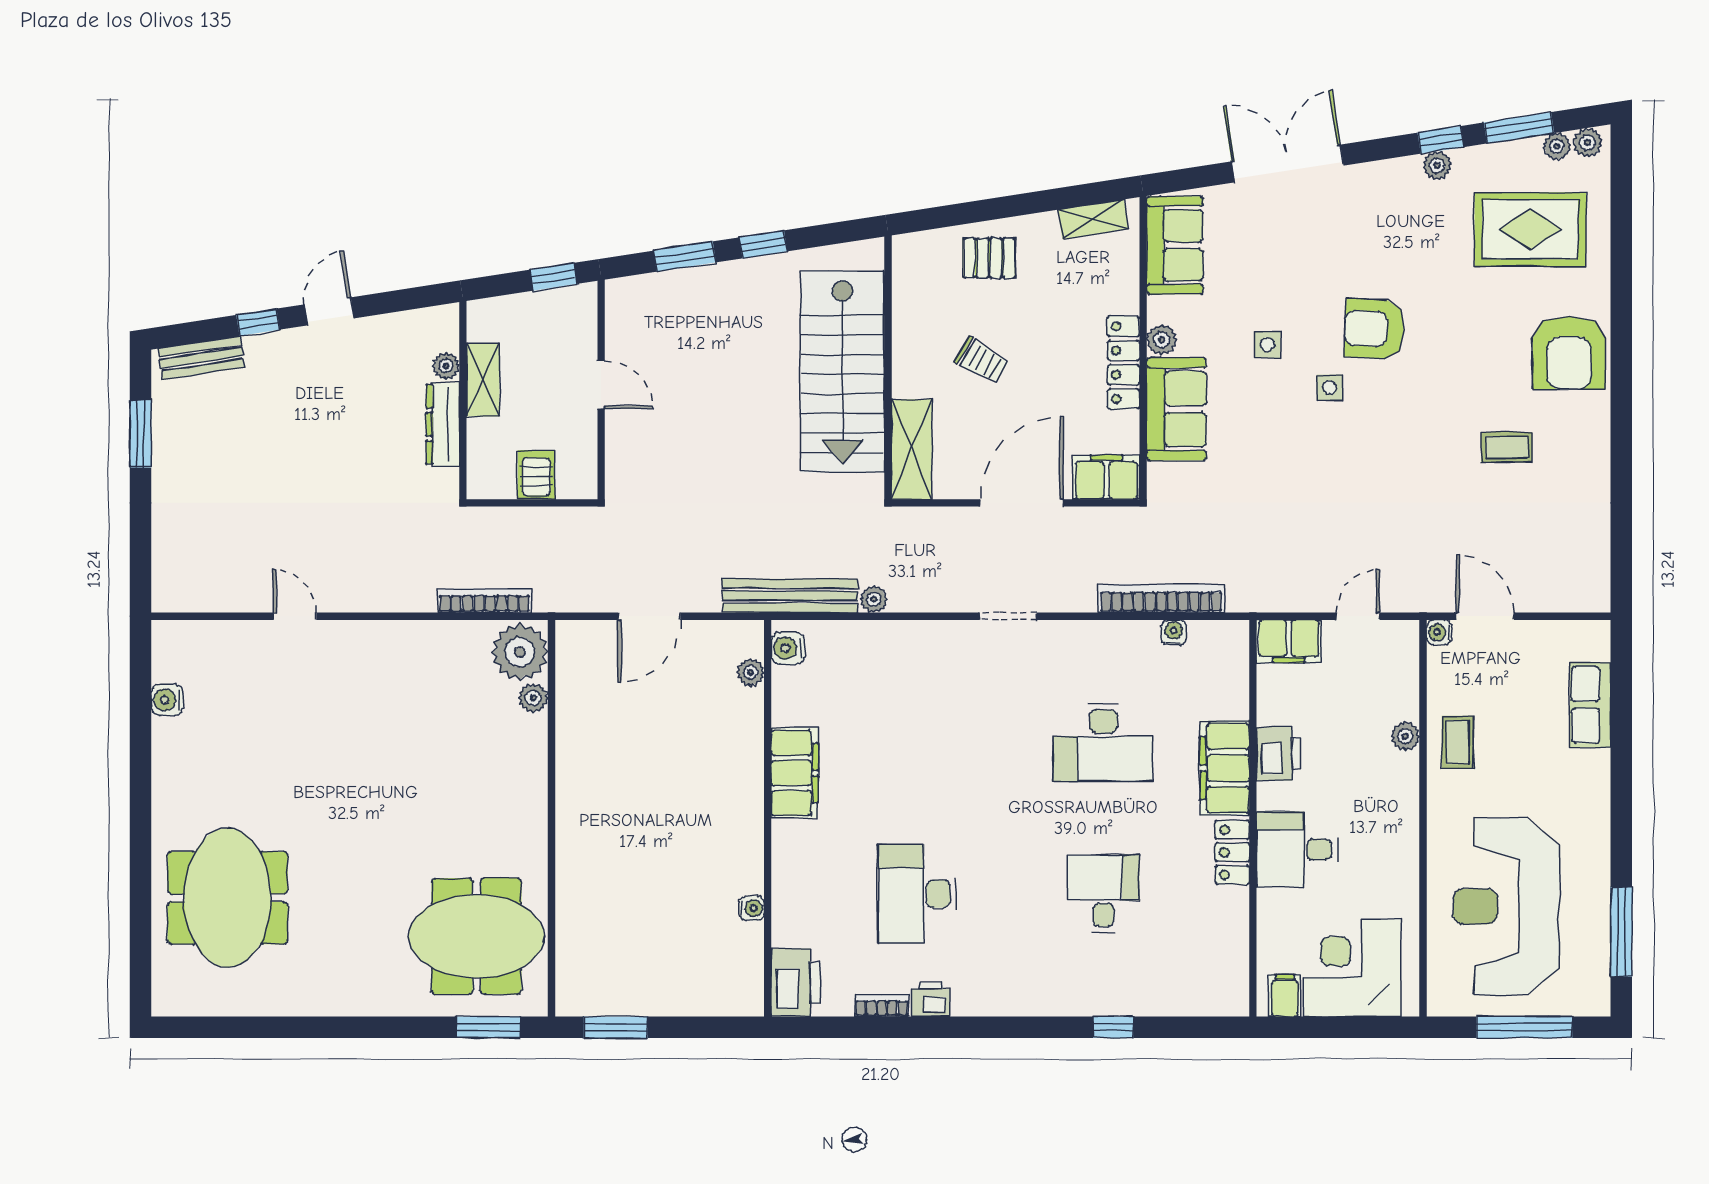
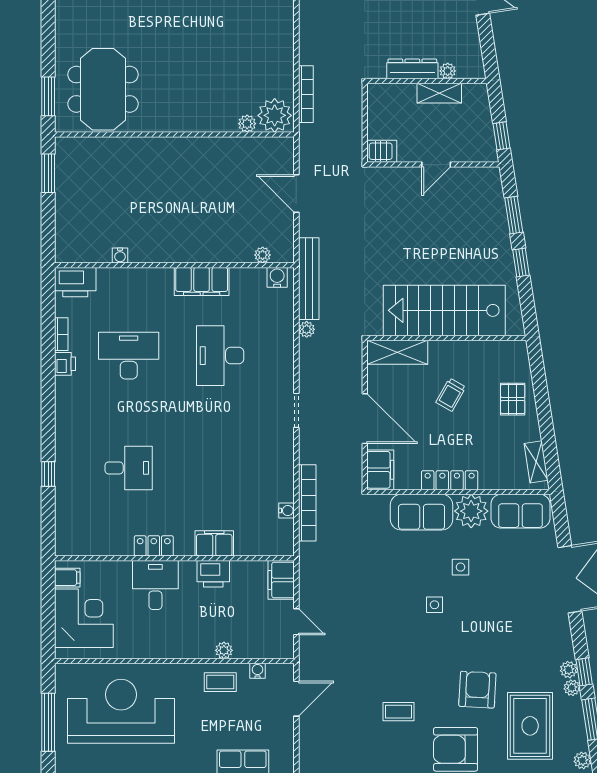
plant: (1557, 146) -> (572, 688), moved
armchair: (1374, 329) -> (477, 690), moved
plant: (1162, 340) -> (471, 511), width x1.87, depth x1.87
coffee table: (1507, 447) -> (398, 712), turned 90
server rack: (536, 475) -> (382, 151), moved
water cooler: (1439, 632) -> (257, 671), moved
desk: (1103, 742) -> (220, 356), moved
filing cabinet: (1225, 768) -> (214, 543), width x0.67, depth x0.86

